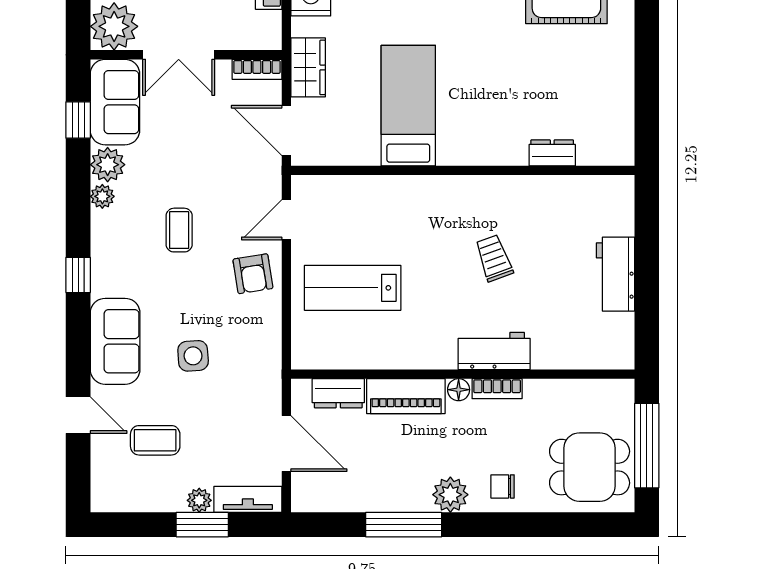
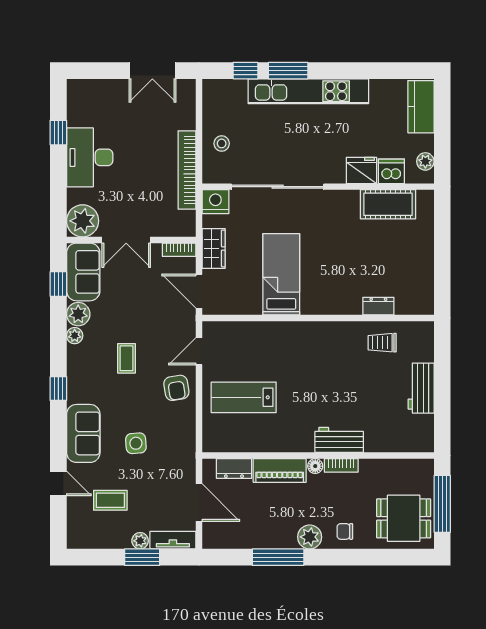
trolley: (494, 258) -> (382, 343), moved, turned -70

